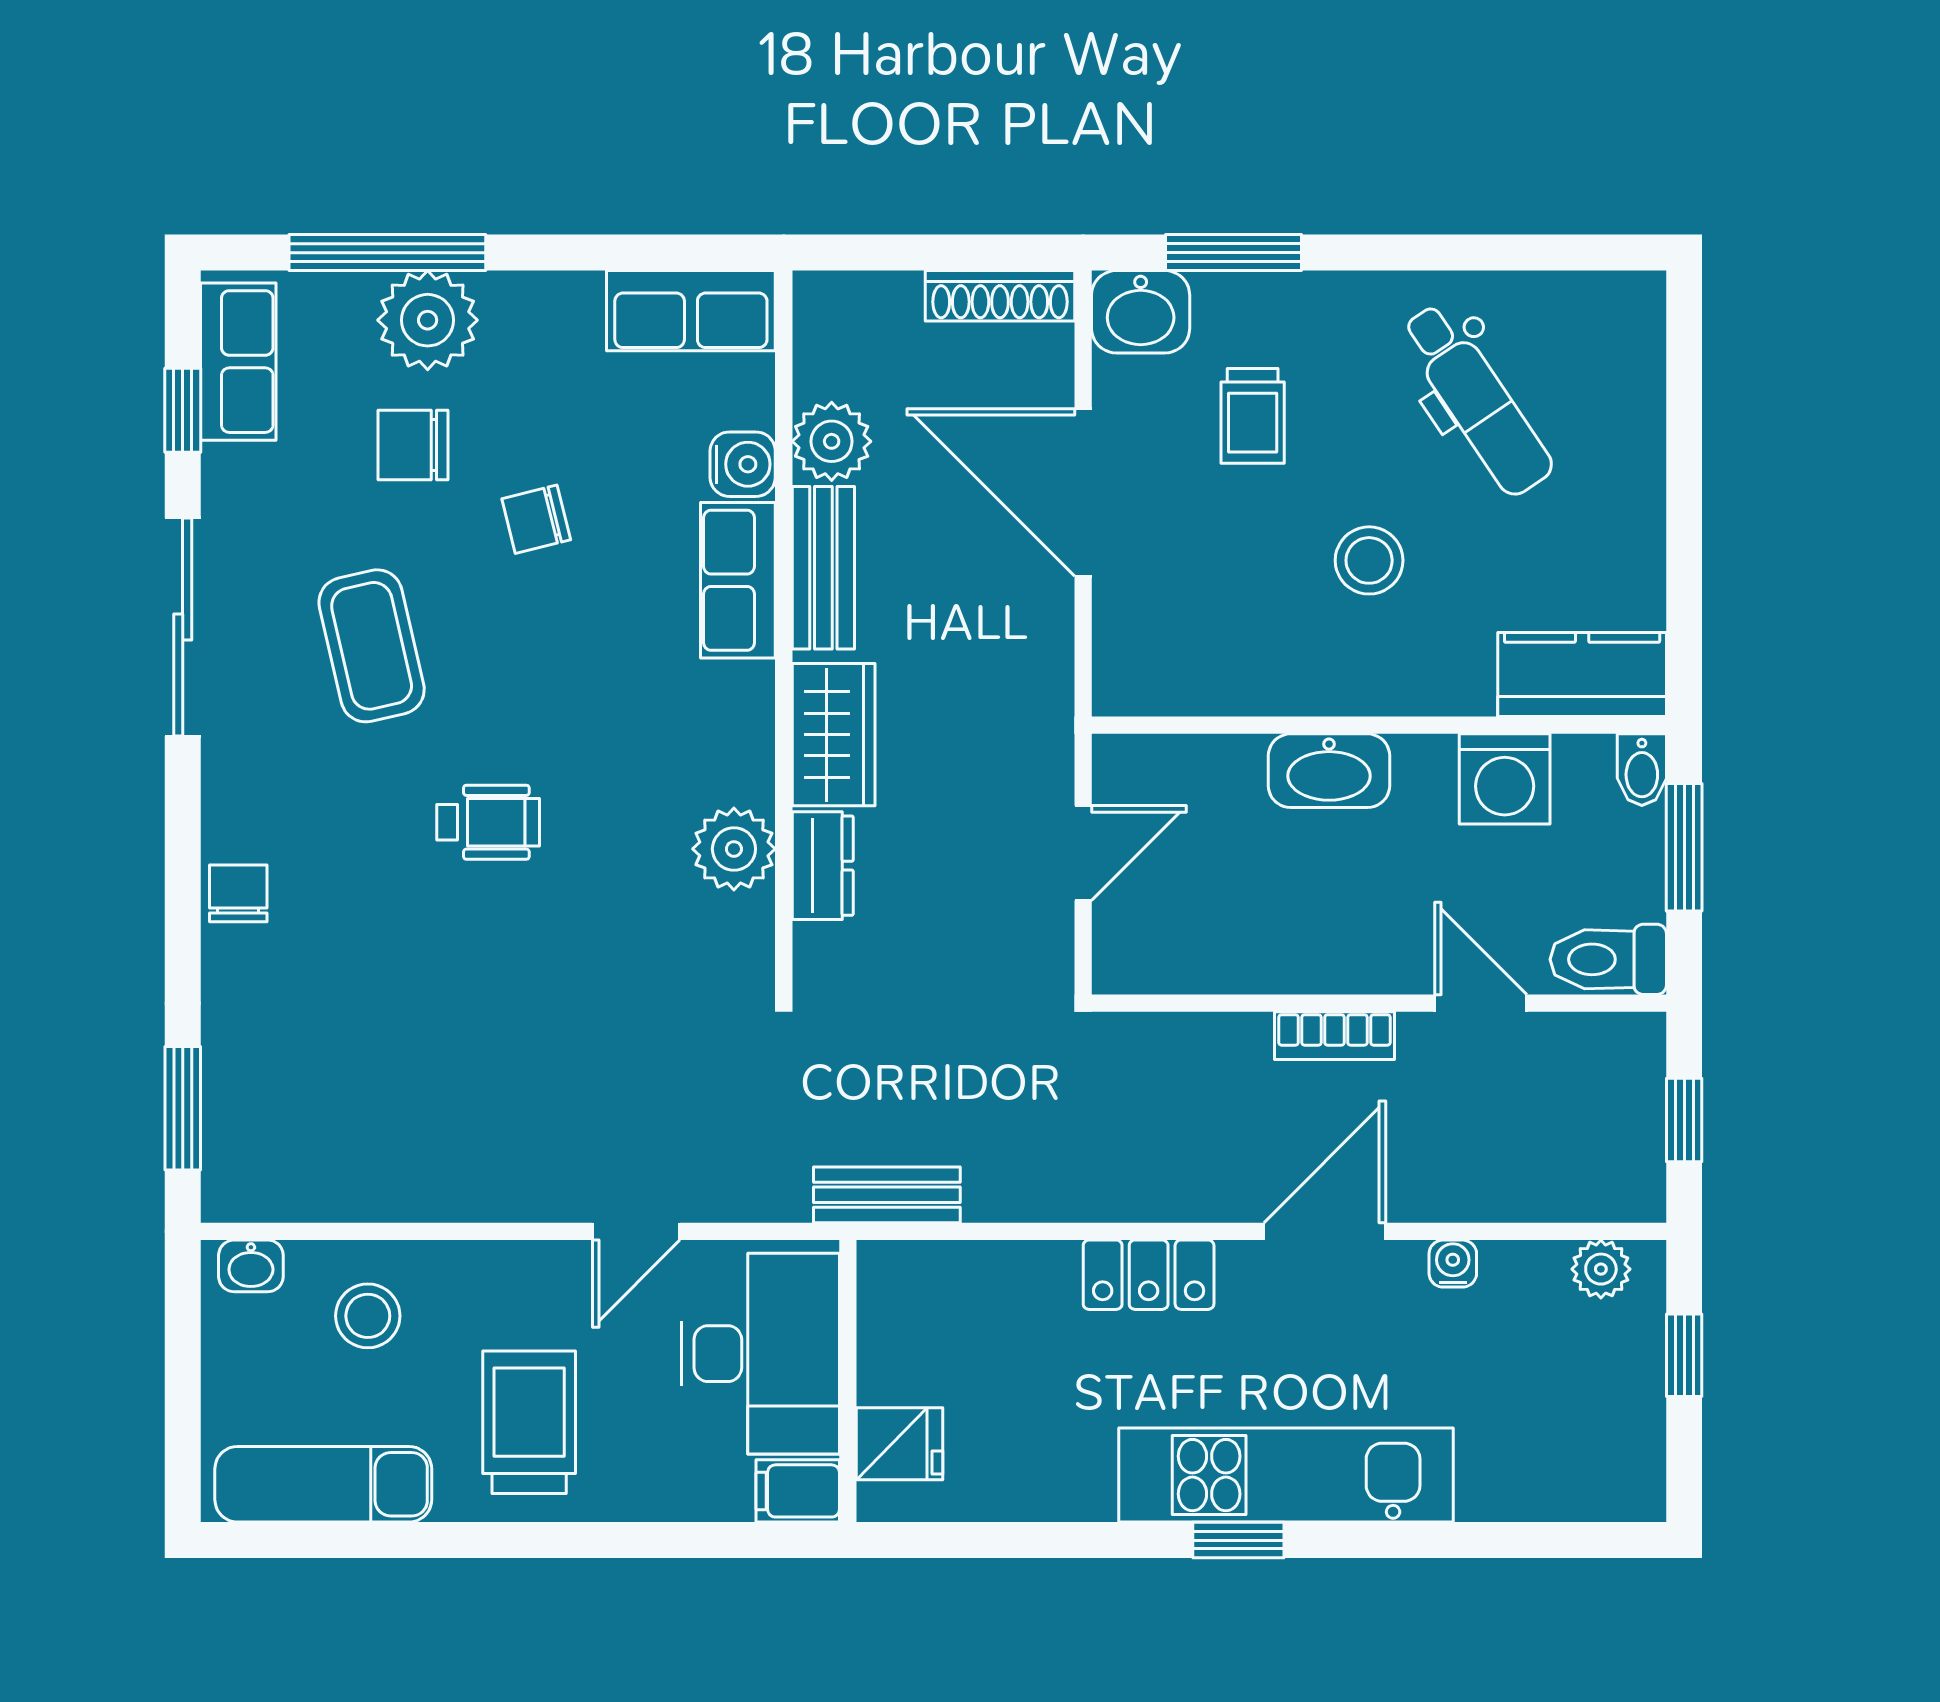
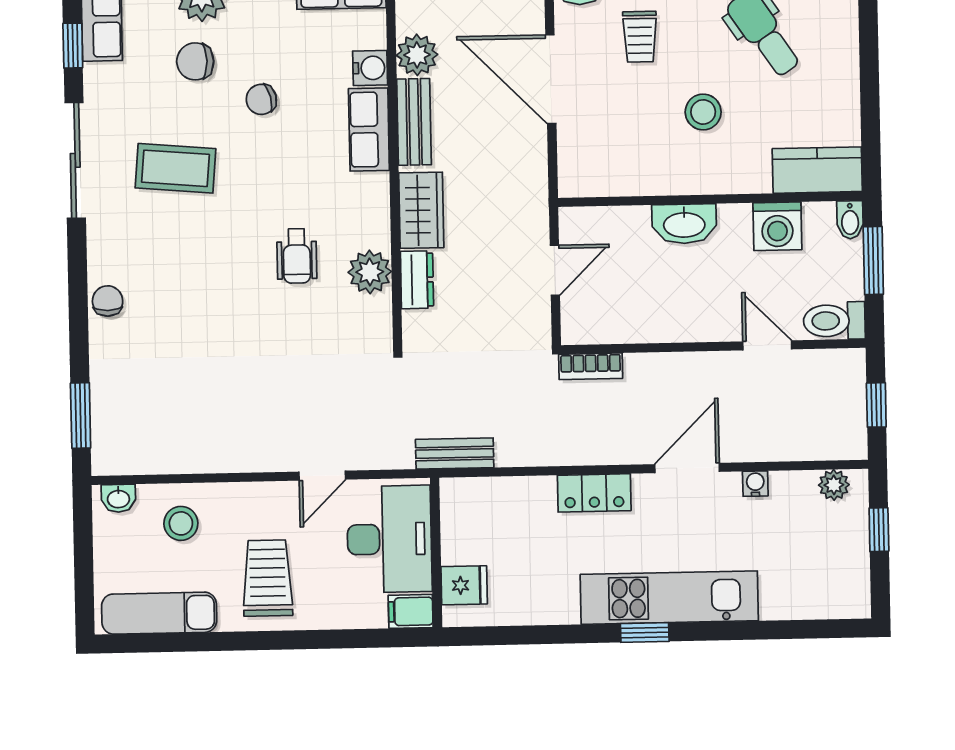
coffee table: (372, 646) -> (175, 168), turned -72
wheelchair: (488, 822) -> (297, 256), moved, turned 90
bookcase: (1334, 1036) -> (591, 366), moved

